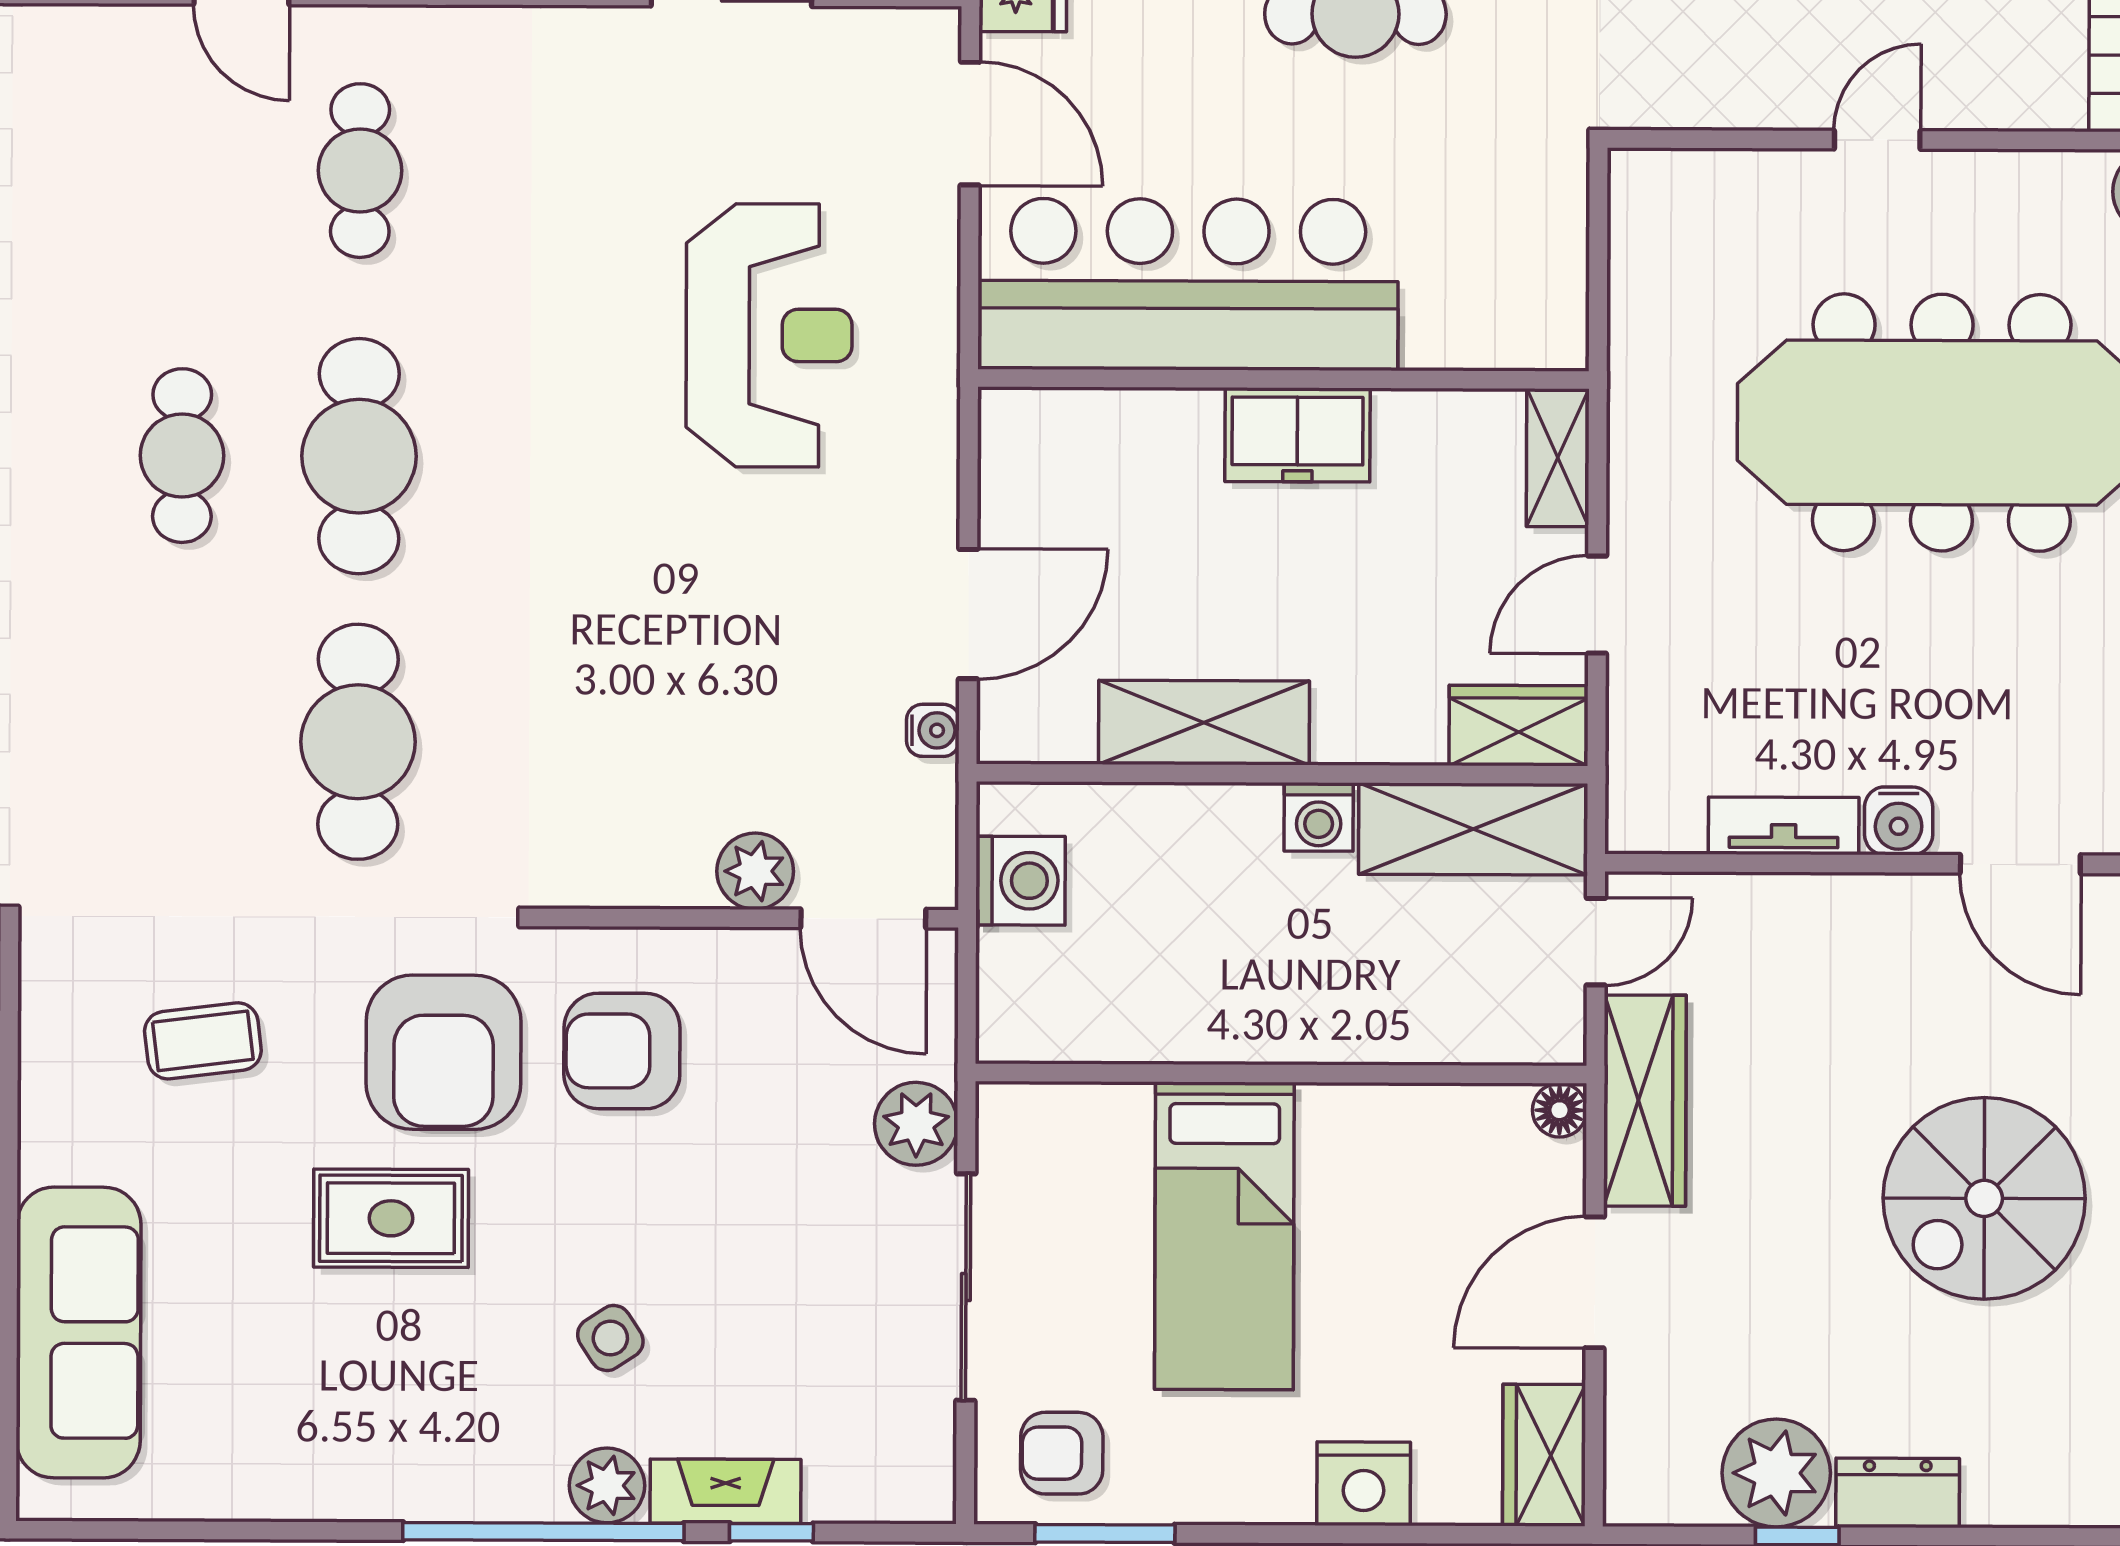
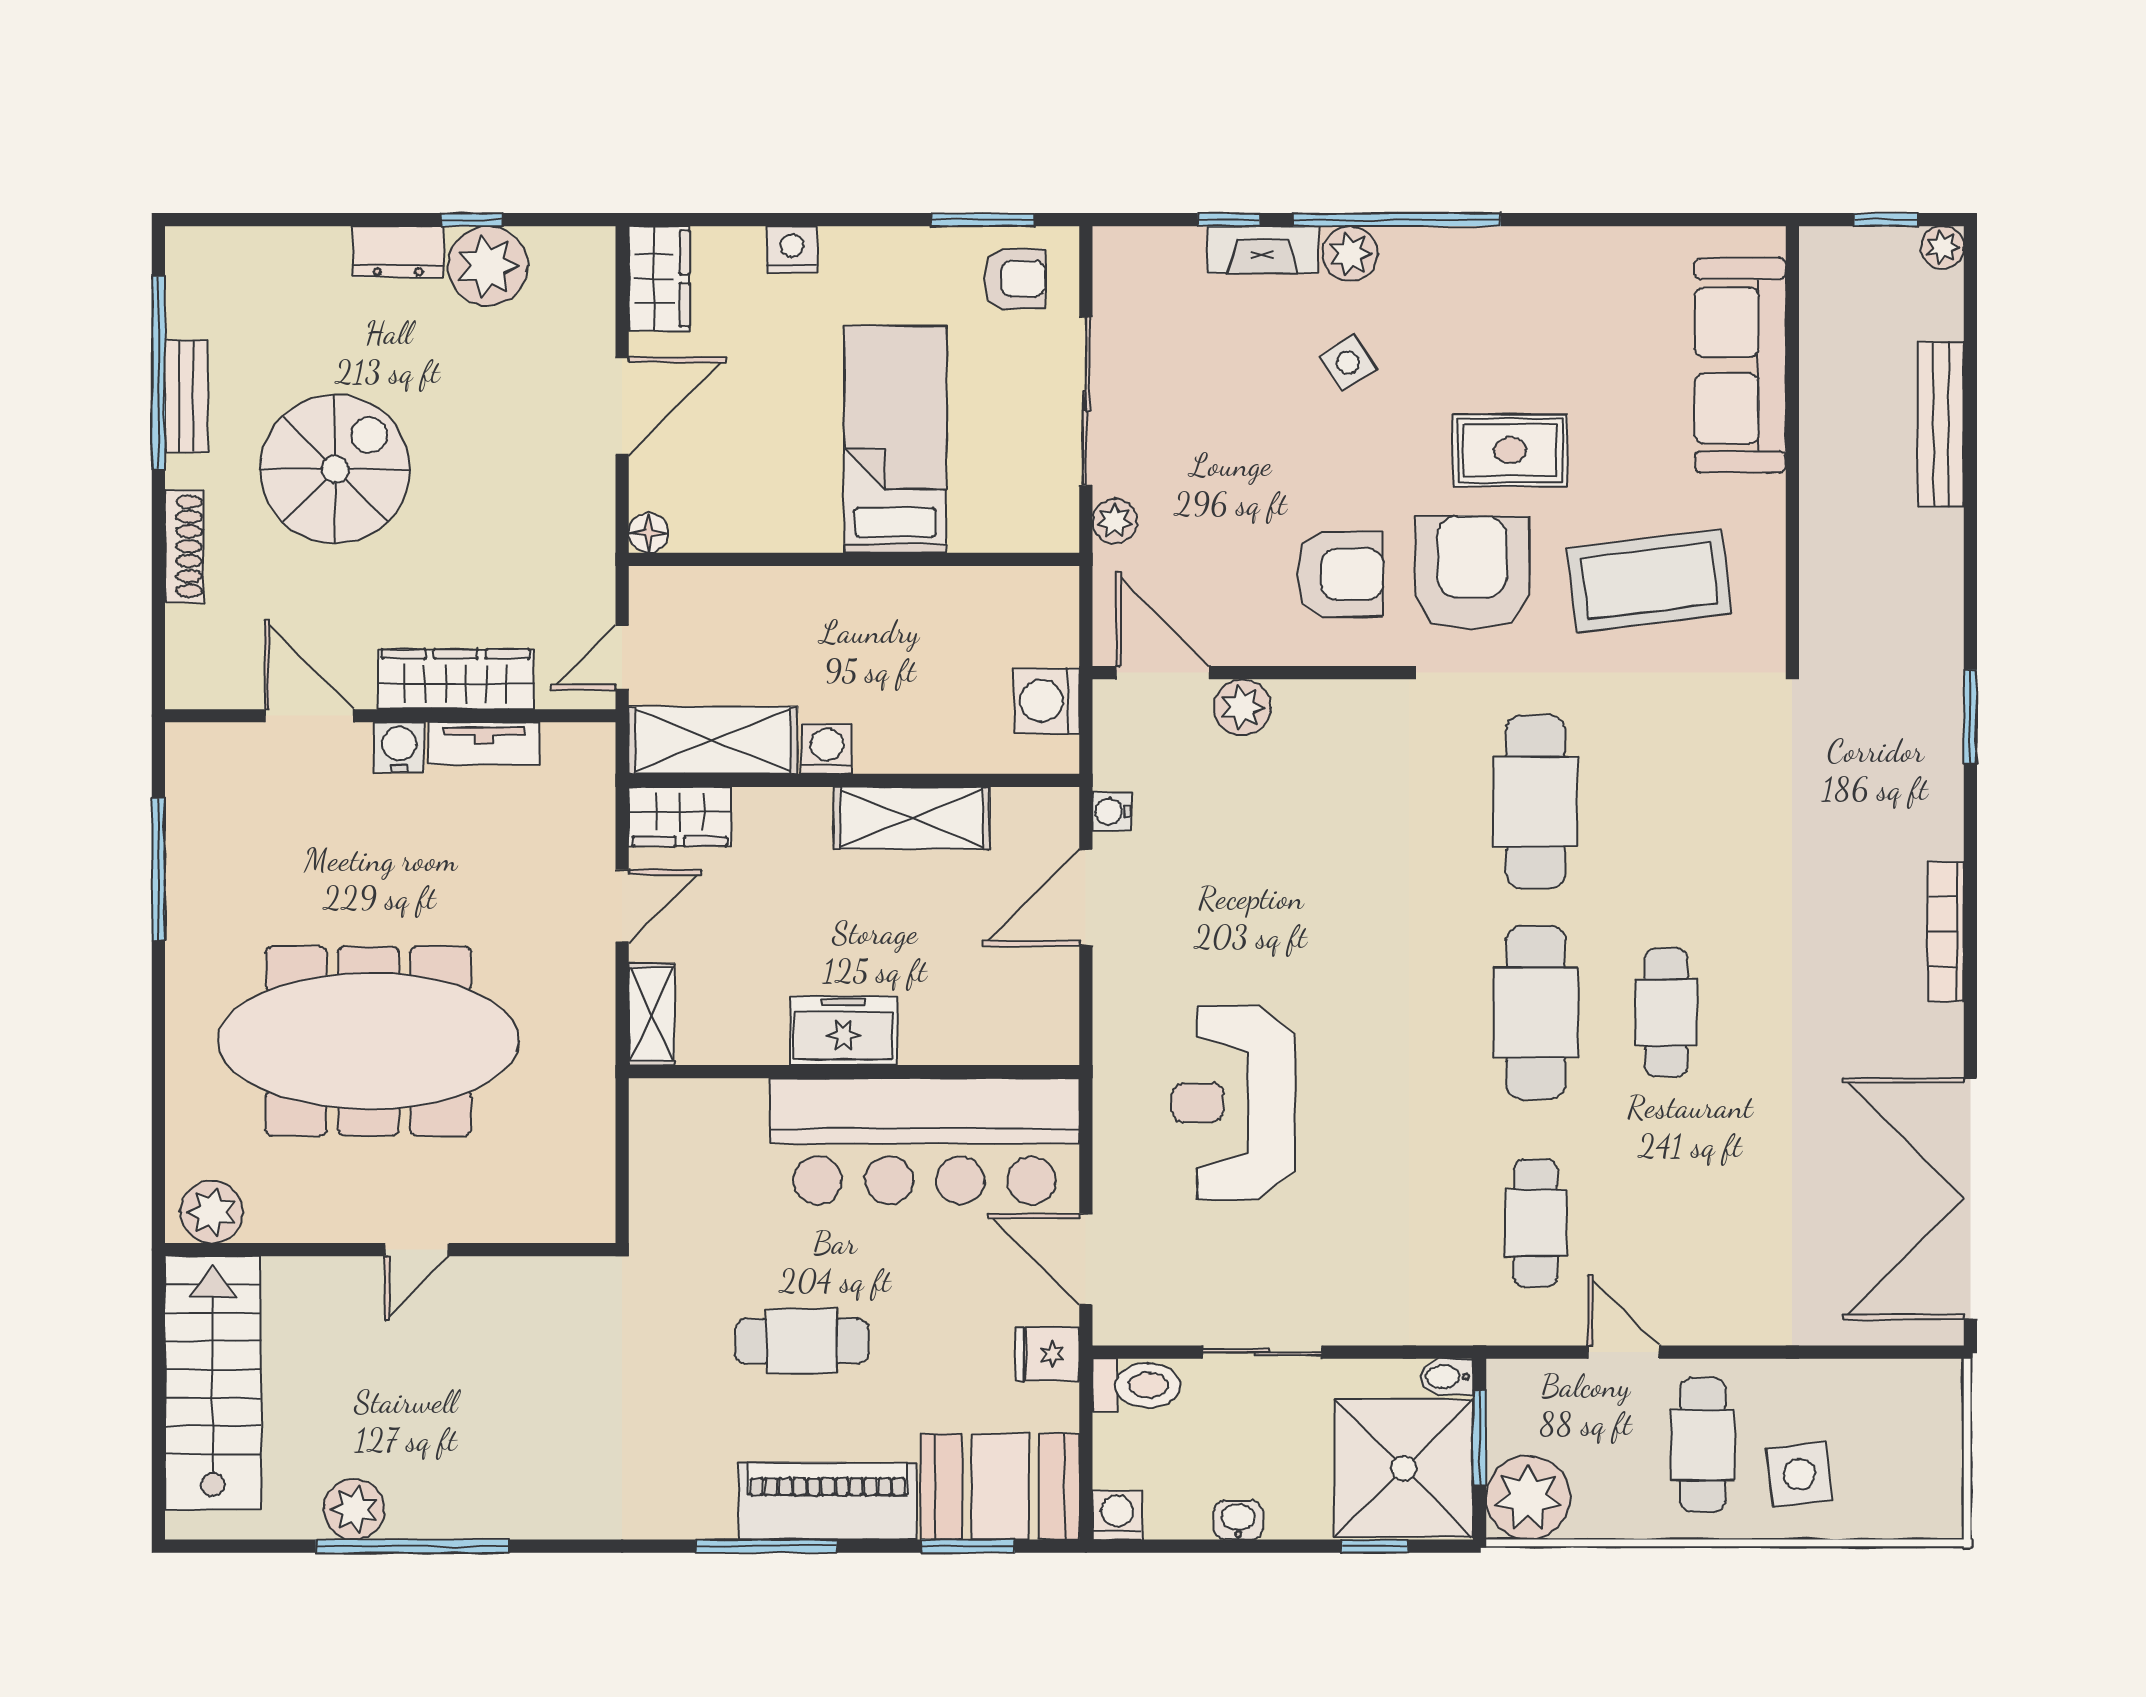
coffee table: (203, 1041) -> (1649, 581), width x1.86, depth x1.72
wardrobe: (1645, 1101) -> (456, 679), moved, turned 90
plant: (916, 1124) -> (1115, 521), width x0.73, depth x0.73
nightstand: (1364, 1484) -> (792, 249), width x0.74, depth x0.75

